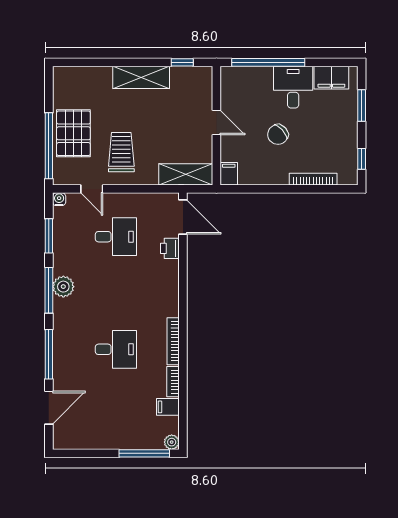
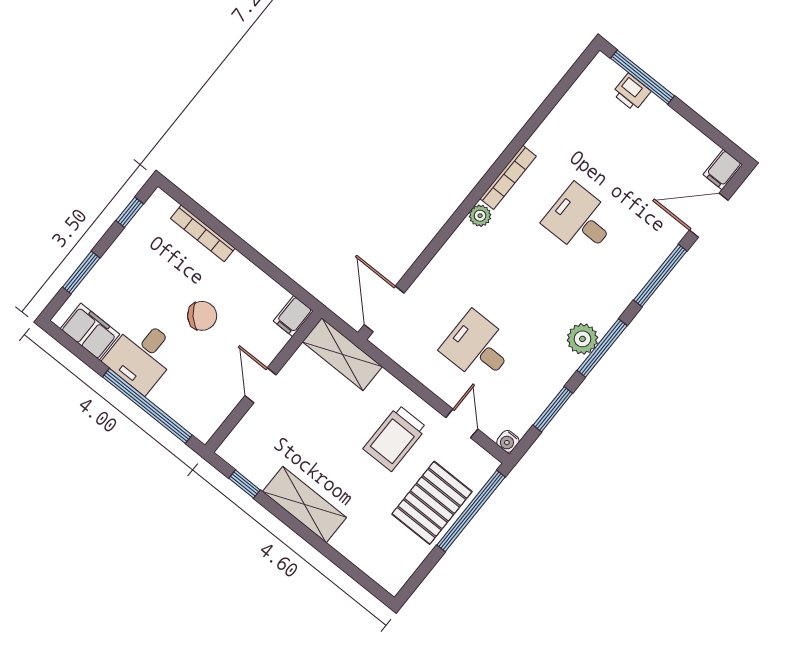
printer: (170, 248) -> (631, 92), moved, turned 90
bookcase: (173, 382) -> (545, 132), removed
filing cabinet: (168, 407) -> (723, 170), moved, turned 90
plant: (172, 442) -> (480, 216), moved

